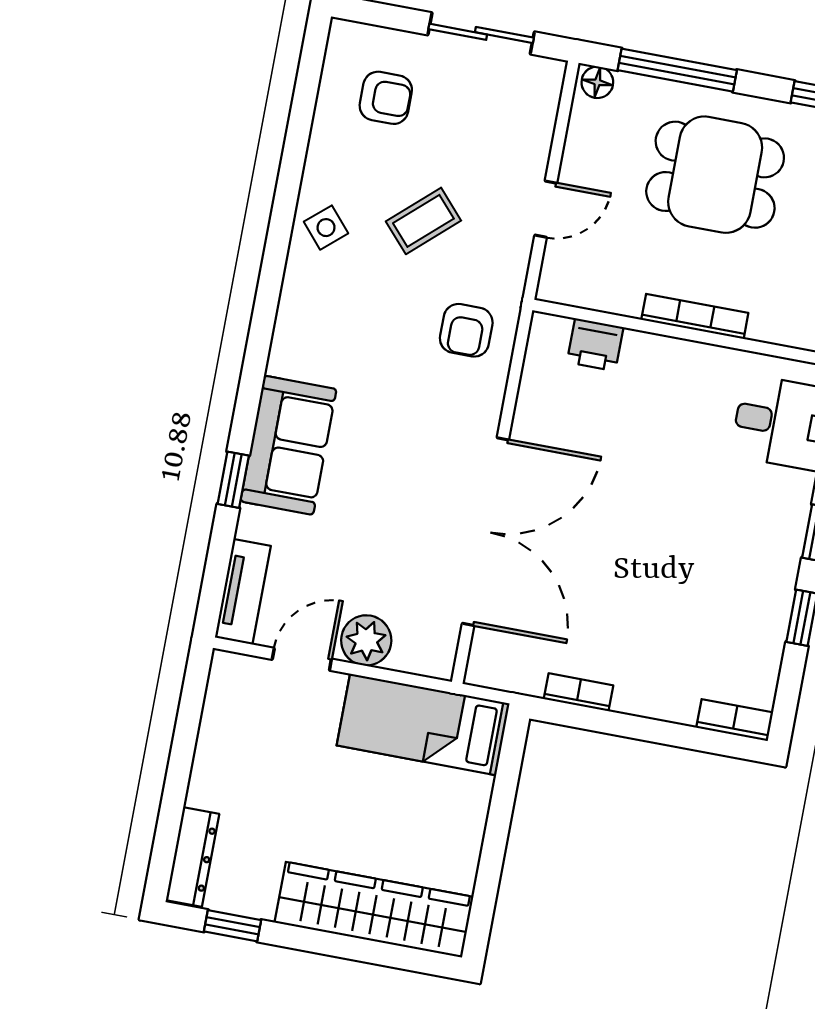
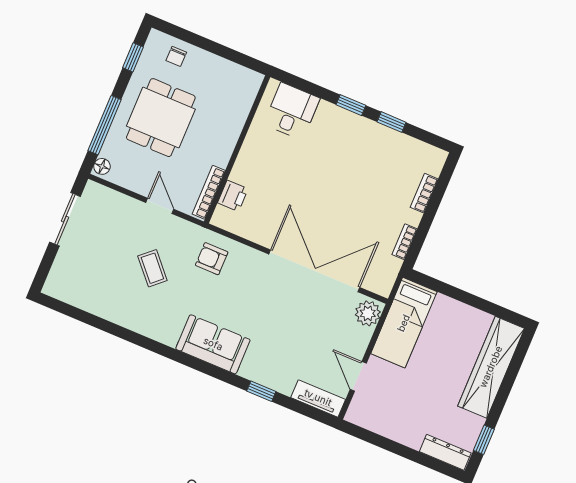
armchair: (386, 98) -> (87, 274), removed
side table: (326, 228) -> (145, 318), removed
bookcase: (695, 316) -> (209, 192), moved
armchair: (466, 330) -> (212, 259), turned 180
sofa: (288, 445) -> (213, 344), moved
plant: (366, 640) -> (368, 313), moved
bookcase: (735, 720) -> (424, 193), moved

